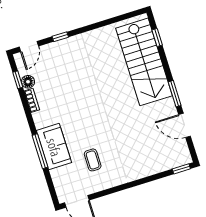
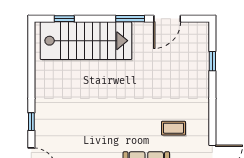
window: (181, 169) -> (212, 61), moved

